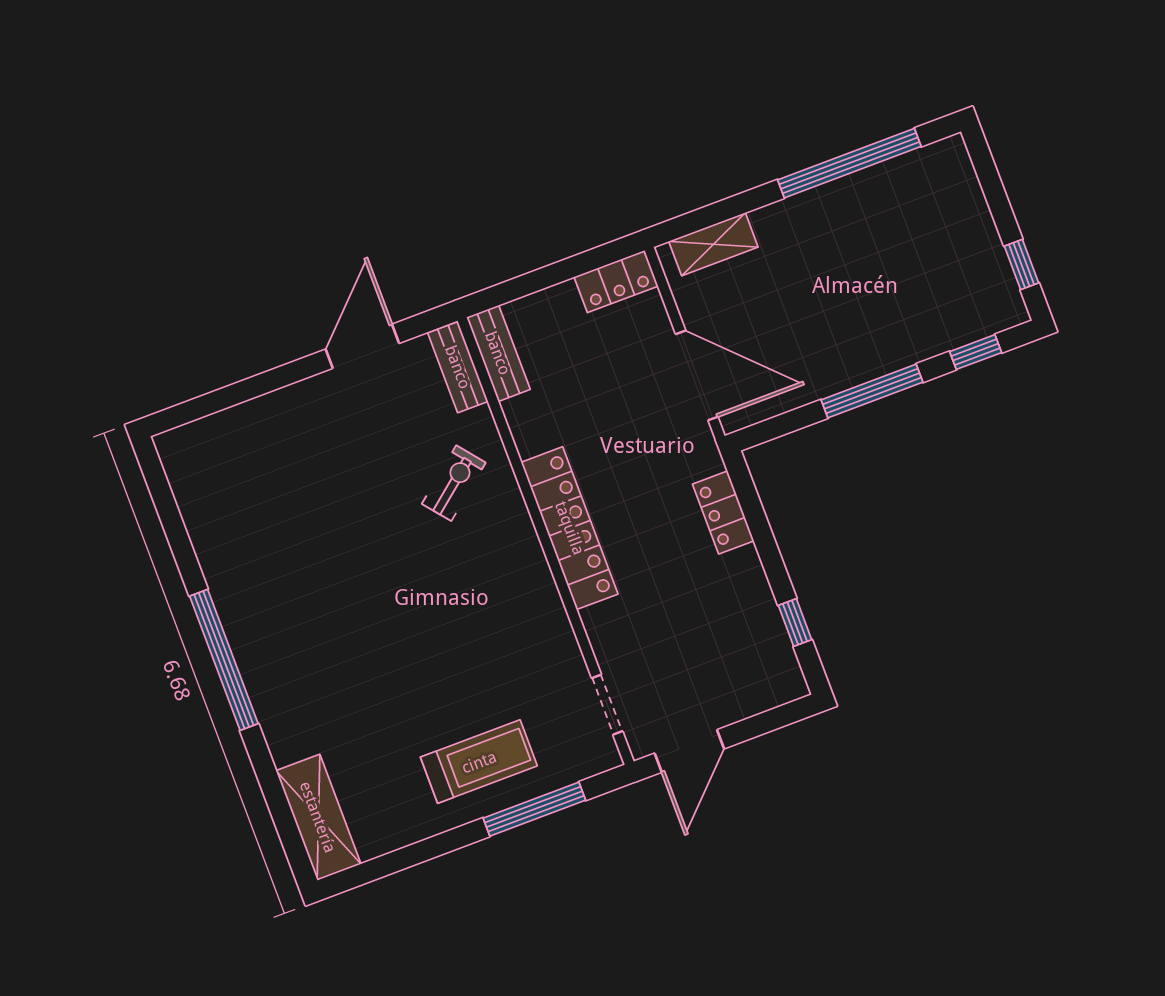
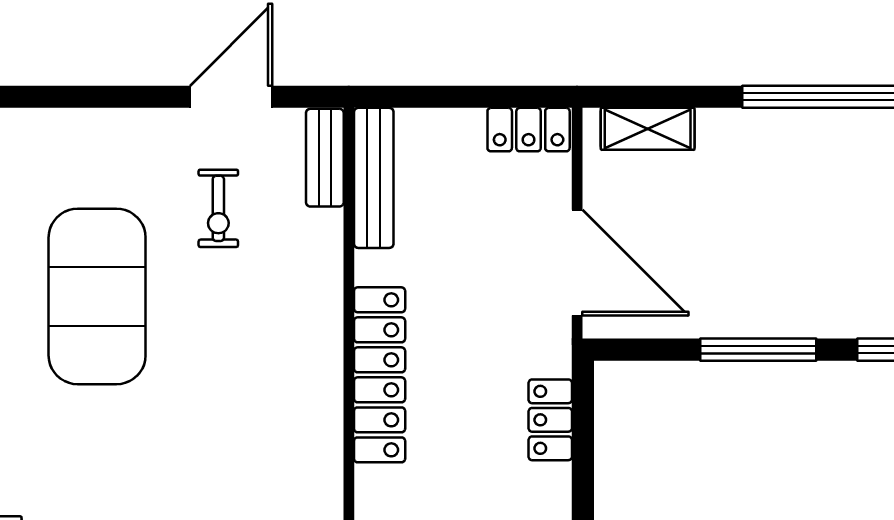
bench: (498, 353) -> (374, 178), width x1.36
exercise bike: (454, 483) -> (218, 208), moved, turned 129
exercise mat: (314, 551) -> (97, 296), added

